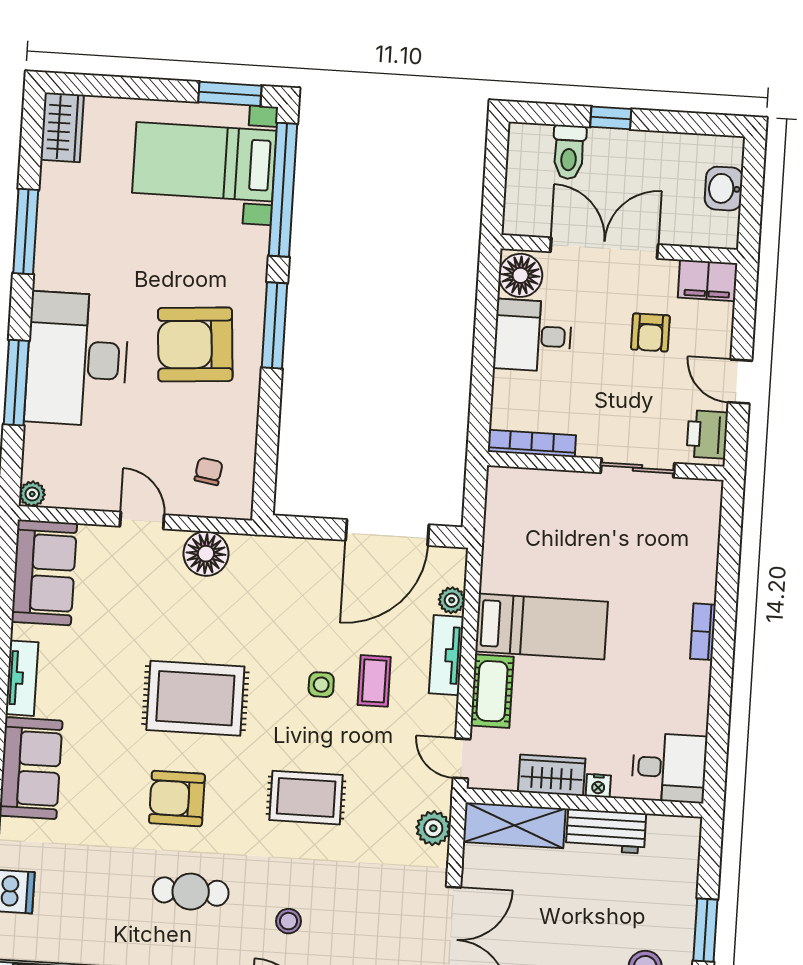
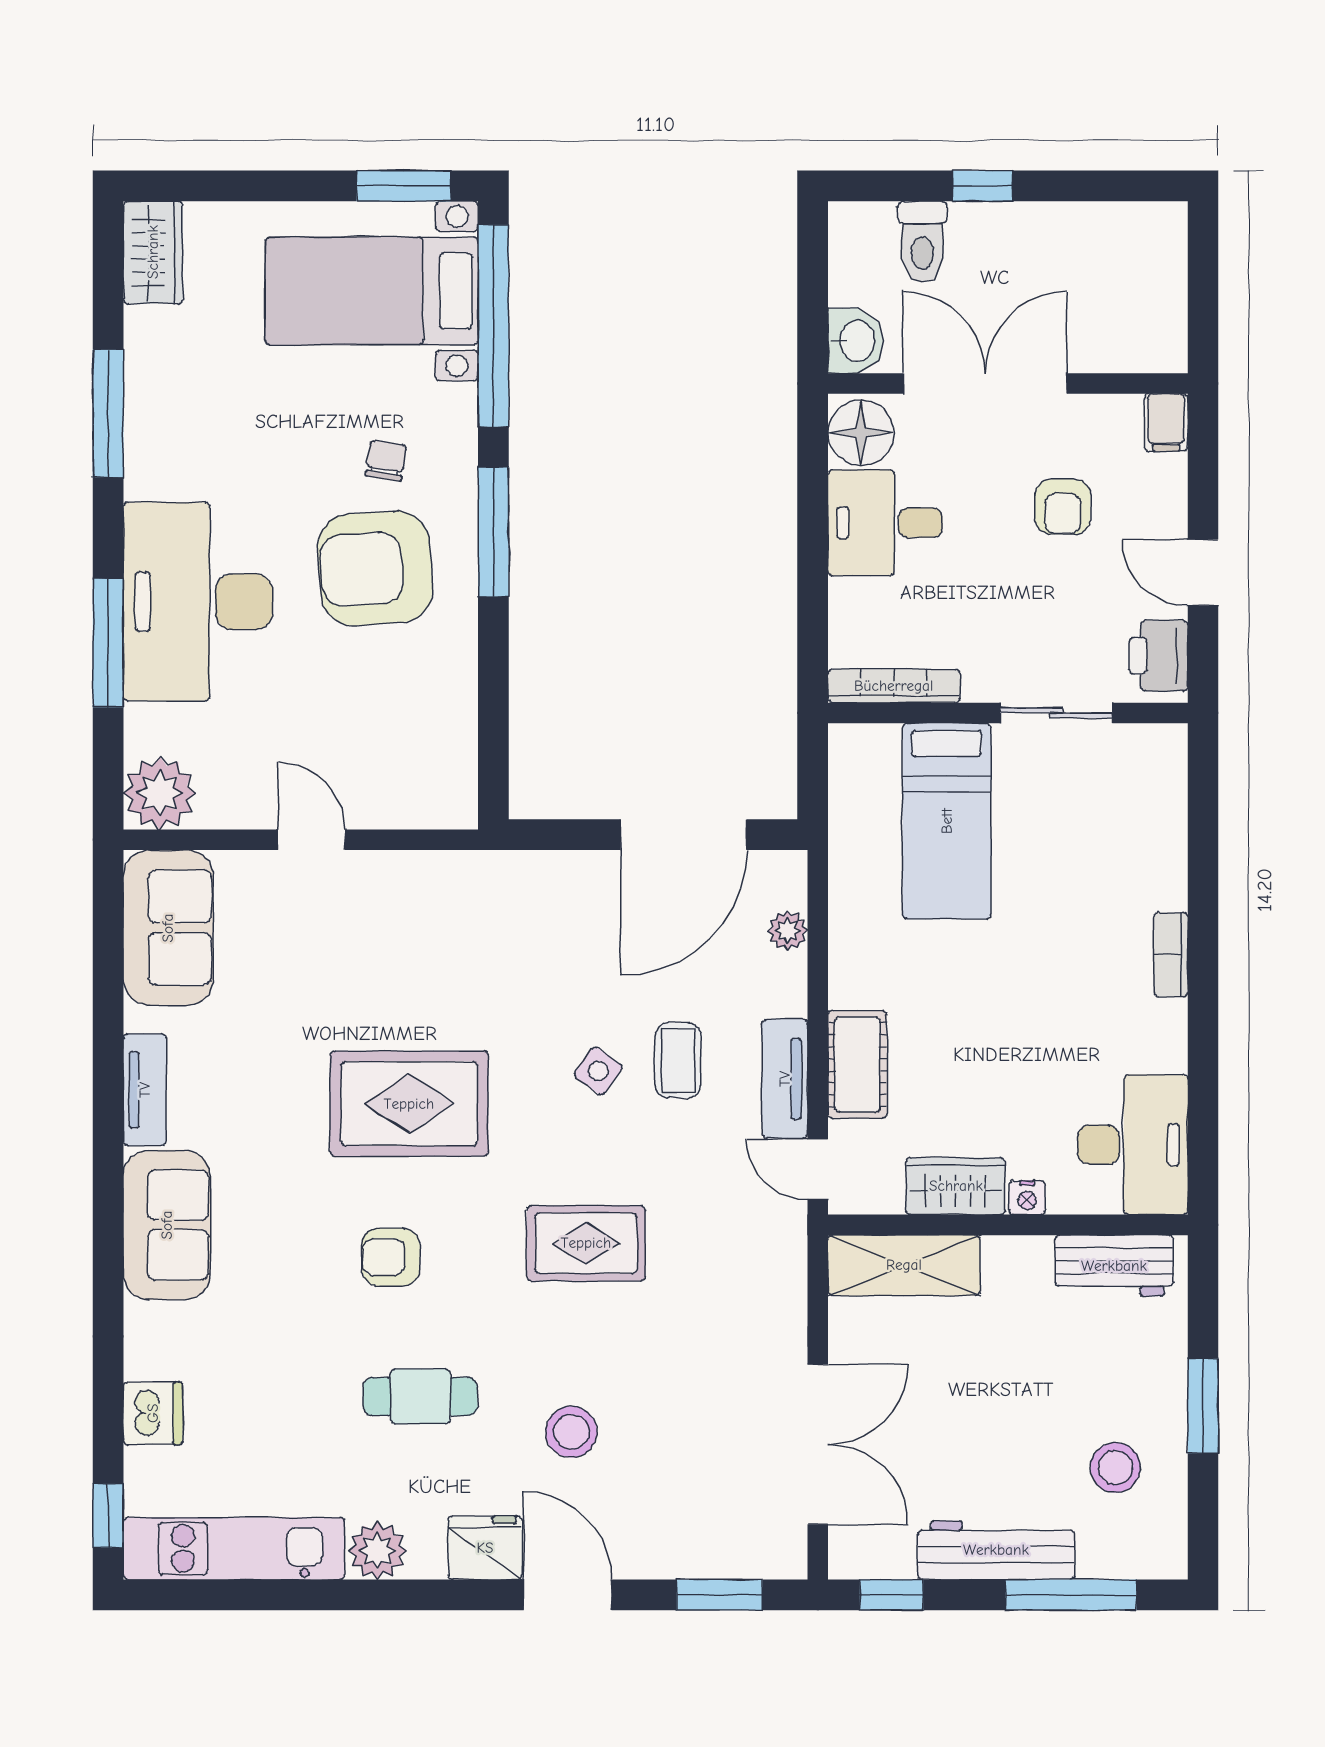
washbasin: (724, 189) -> (856, 341), moved, turned 180
filing cabinet: (708, 280) -> (1166, 423), width x0.50
chair: (209, 471) -> (386, 461), moved
plant: (32, 494) -> (160, 793), width x1.88, depth x1.88
floor lamp: (206, 554) -> (411, 884), removed
bed: (541, 627) -> (947, 821), moved, turned 90
tv unit: (446, 655) -> (785, 1079), moved
side table: (321, 685) -> (598, 1071), turned 36
desk: (669, 768) -> (1133, 1145), width x1.37
armchair: (177, 799) -> (391, 1257), width x0.72, depth x0.72
plant: (433, 828) -> (781, 1278), removed
workbench: (606, 831) -> (1114, 1266), moved
stool: (289, 921) -> (571, 1432), width x1.37, depth x1.37

